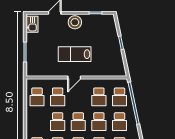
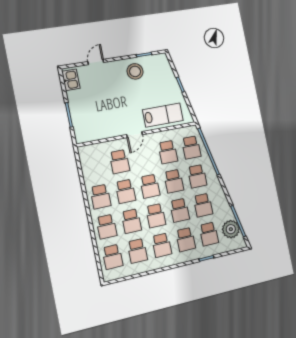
stool: (75, 22) -> (135, 71), moved
lab bench: (75, 54) -> (163, 115), moved, turned 180
school desk: (37, 97) -> (100, 197), moved

